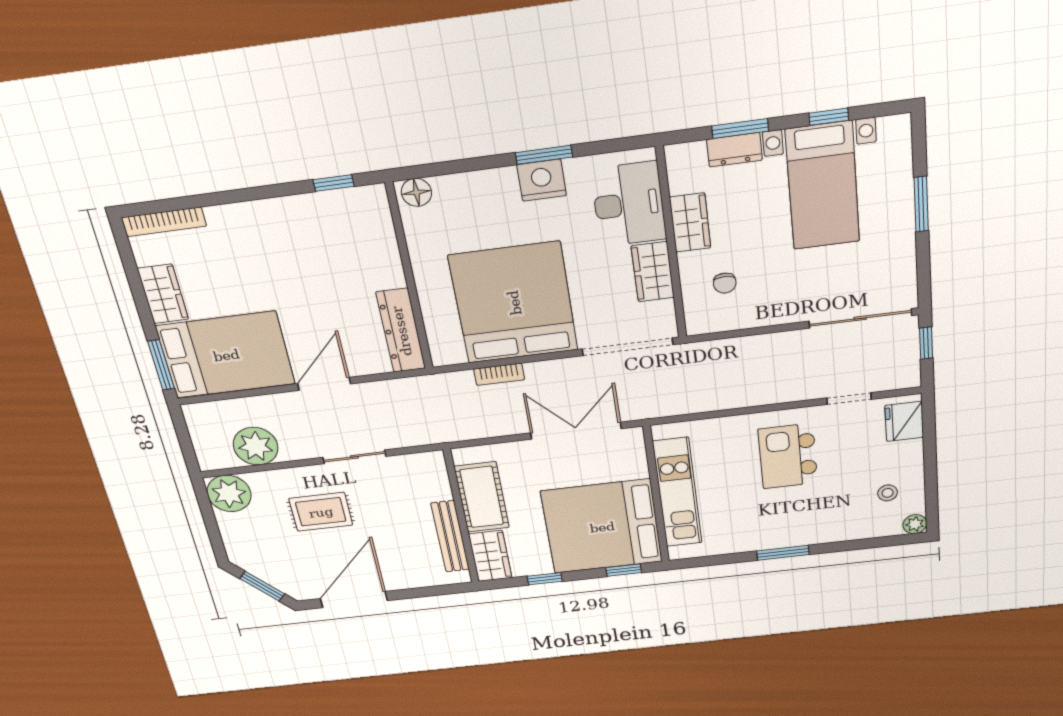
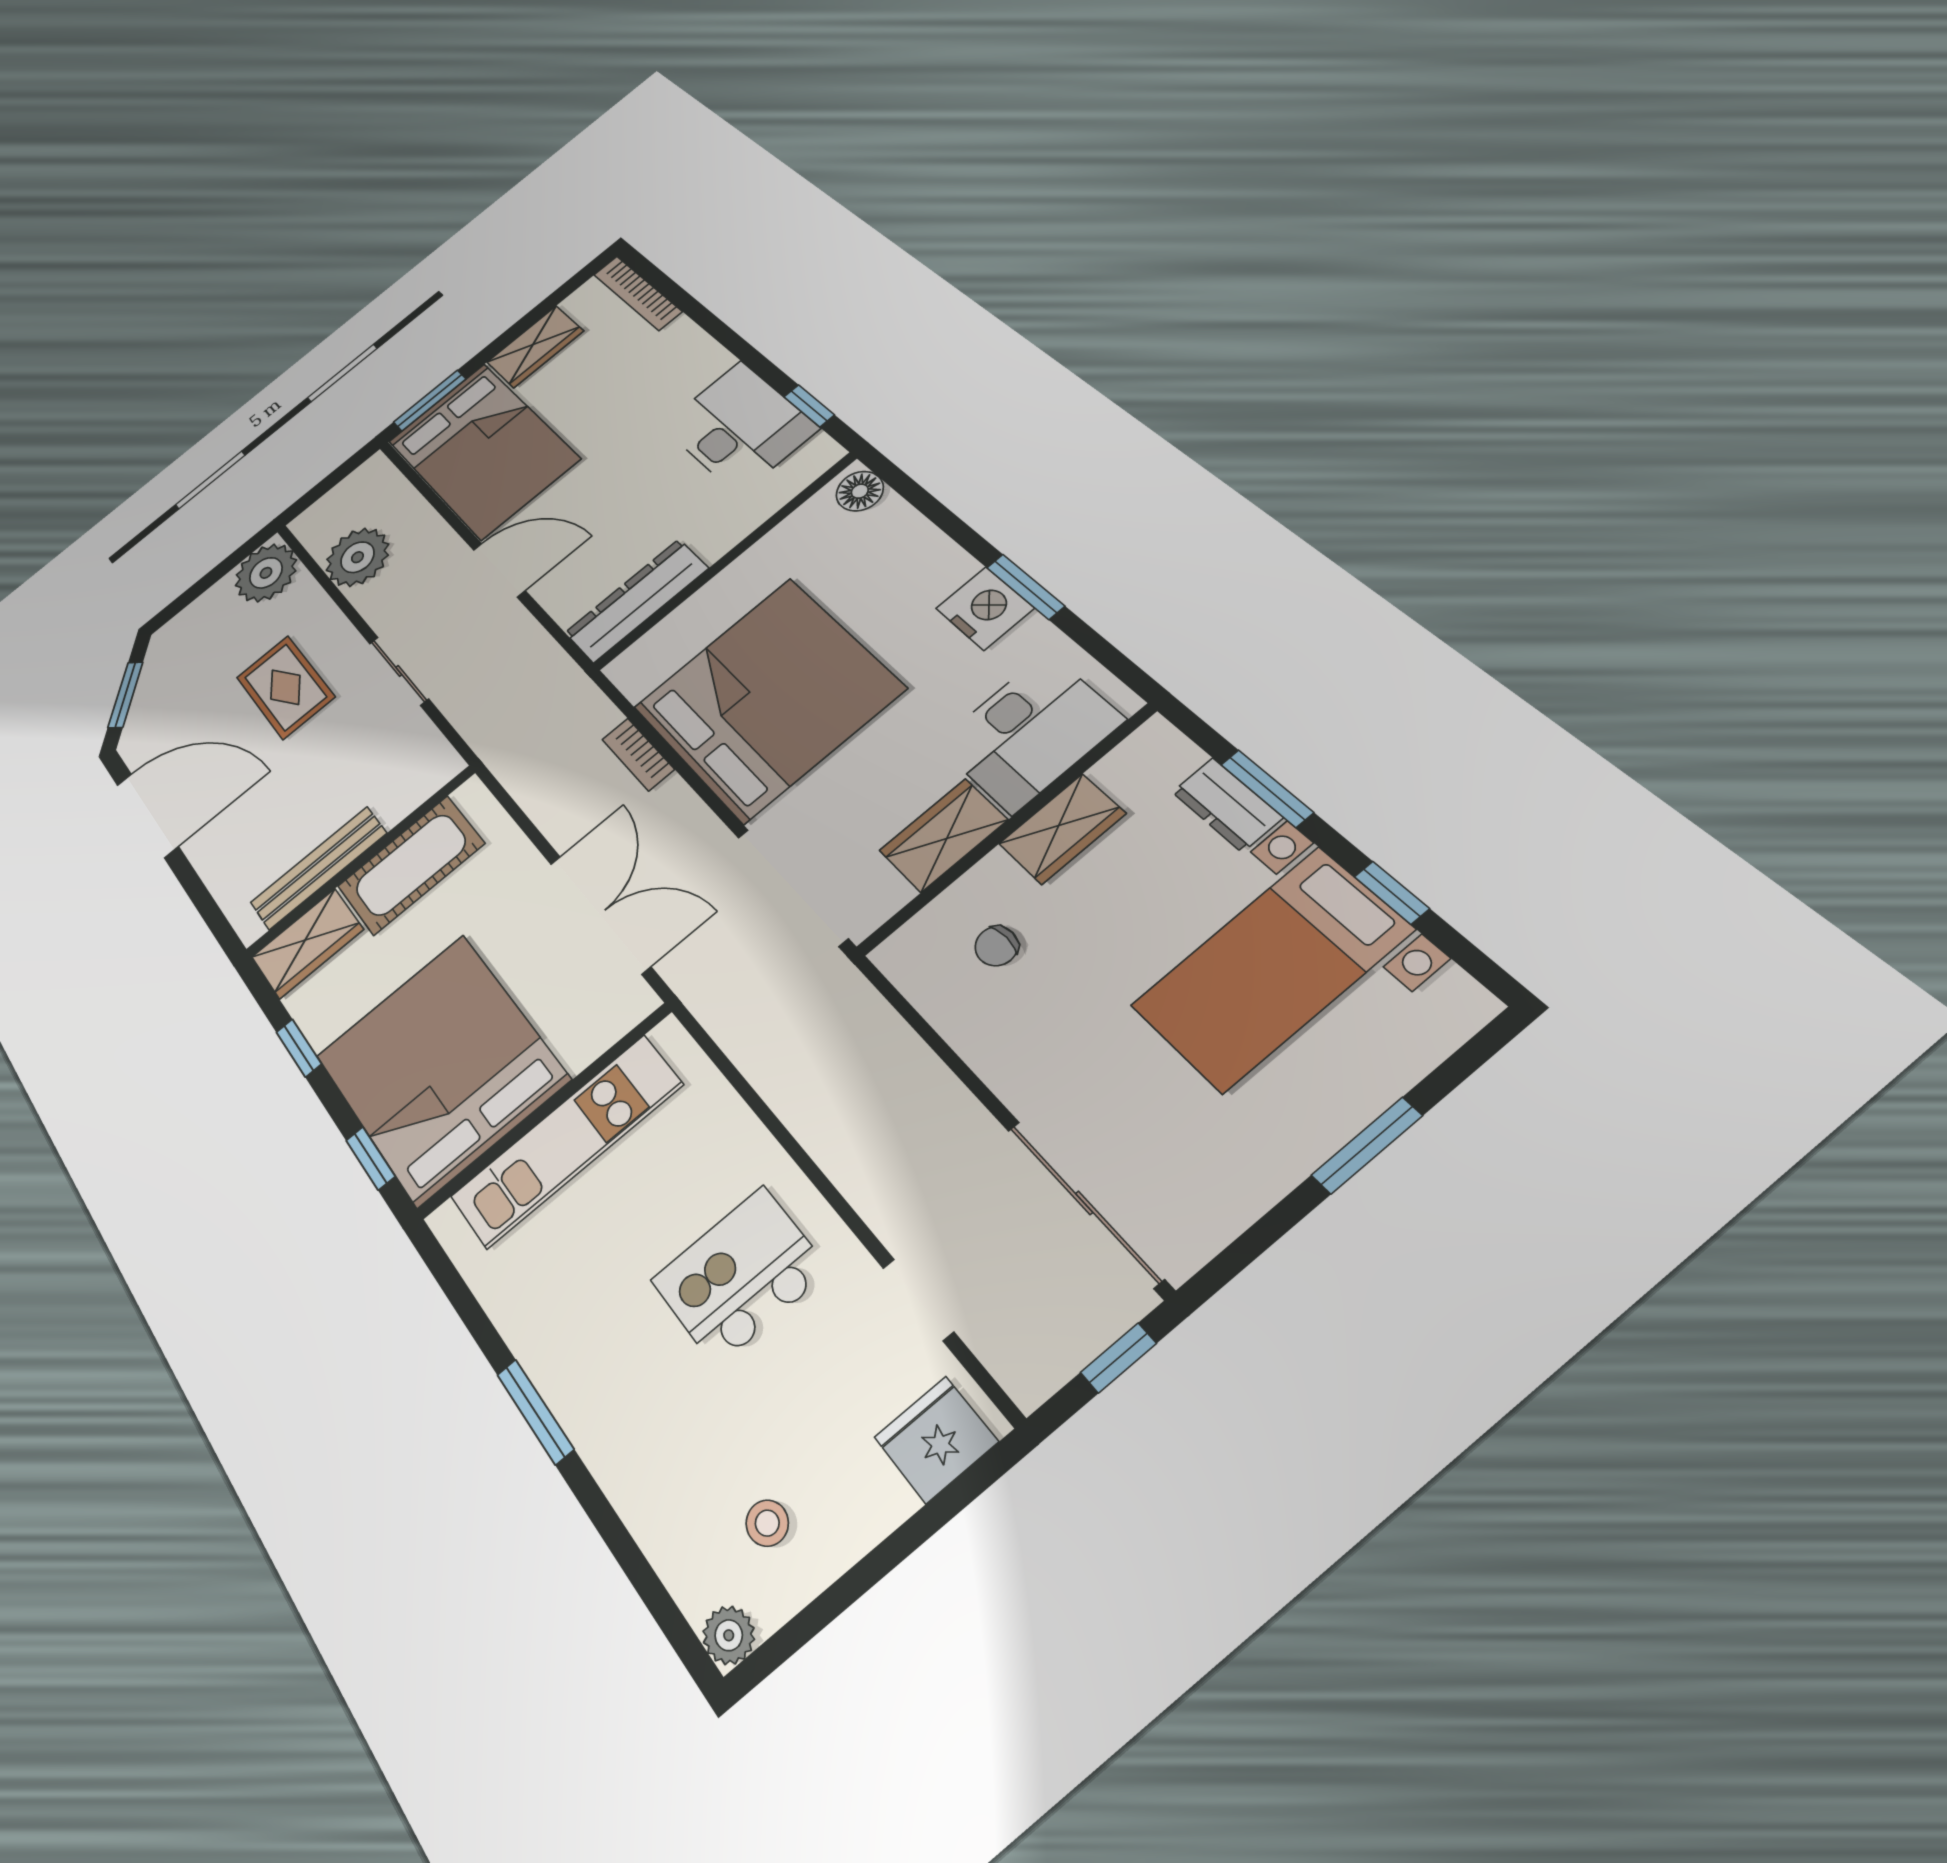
desk: (320, 224) -> (739, 427), added

